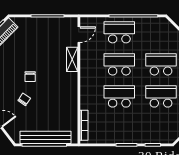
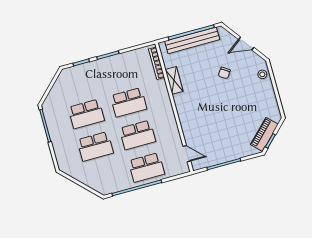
door: (79, 35) -> (187, 154), swing flipped
shelving: (72, 59) -> (174, 80), moved
chair: (30, 77) -> (225, 98), removed

